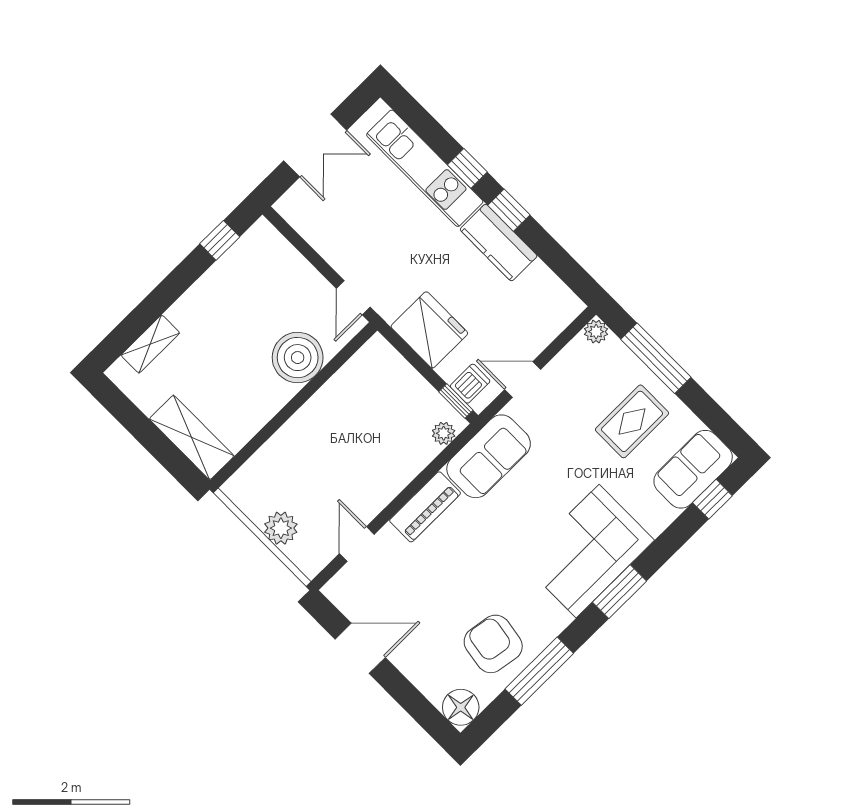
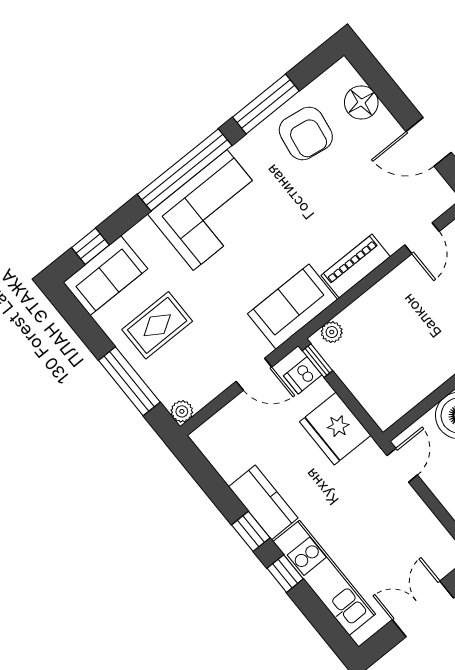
window: (619, 592) -> (185, 170), width x2.11
floor lamp: (461, 707) -> (361, 103), moved

